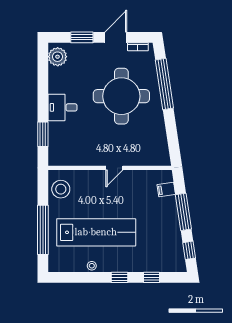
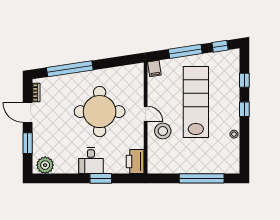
round table: (121, 96) -> (100, 112), moved
window: (43, 134) -> (101, 178), moved
printer: (62, 156) -> (135, 162), added
stool: (61, 189) -> (163, 131), moved
filing cabinet: (166, 189) -> (154, 69), moved
lab bench: (96, 232) -> (196, 102), moved

